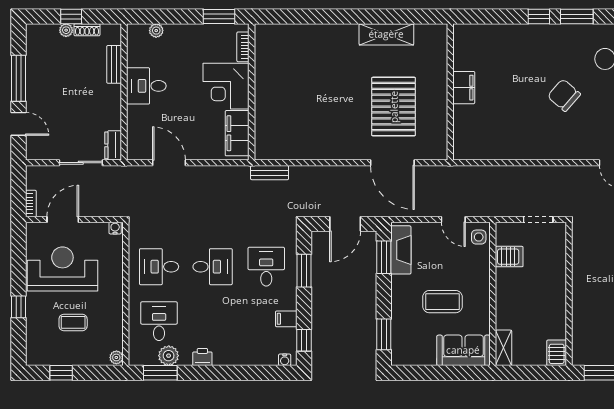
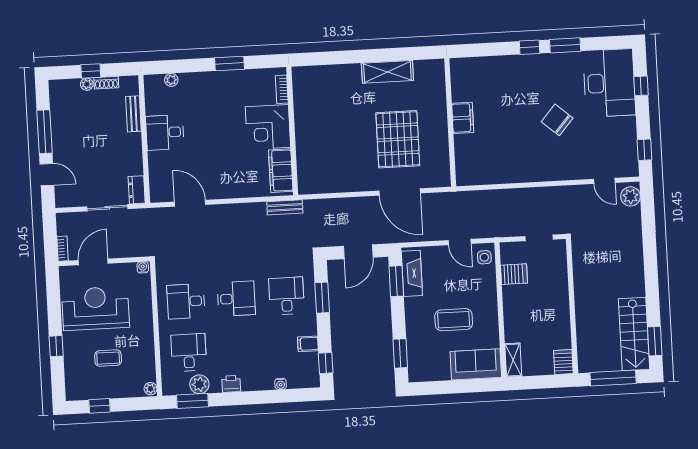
bookcase: (243, 47) -> (282, 89), moved
corner desk: (226, 86) -> (268, 127), moved
wall: (252, 92) -> (292, 131), moved
filing cabinet: (237, 133) -> (281, 171), moved
water cooler: (285, 360) -> (281, 384), moved

